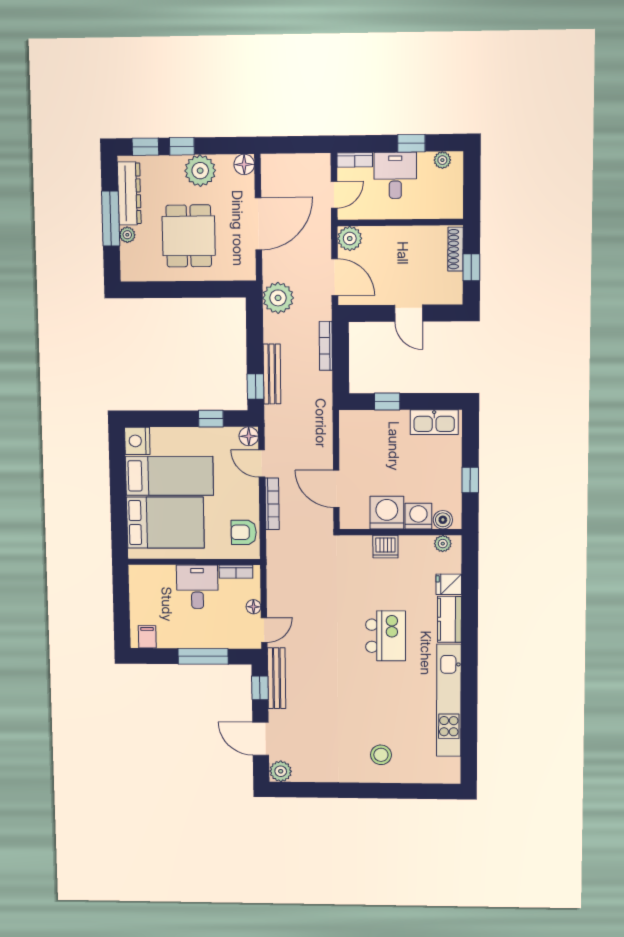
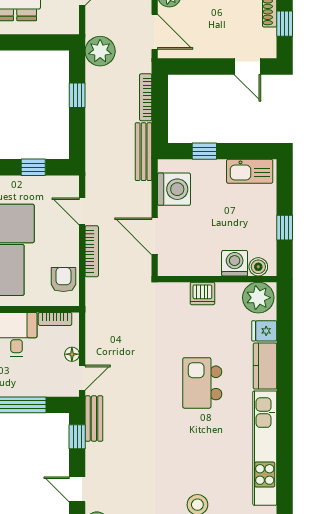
door: (409, 313) -> (247, 67), moved
bench: (272, 374) -> (144, 152), moved
window: (255, 387) -> (77, 95), moved
floor lamp: (249, 436) -> (70, 185), removed
washing machine: (387, 513) -> (174, 189), moved, turned 90
armchair: (244, 532) -> (63, 280), turned 90
plant: (443, 544) -> (258, 298), width x1.88, depth x1.88
kitchen island: (386, 636) -> (202, 383), turned 180
bench: (277, 678) -> (94, 419), width x0.73
door: (261, 739) -> (77, 489), width x0.73

